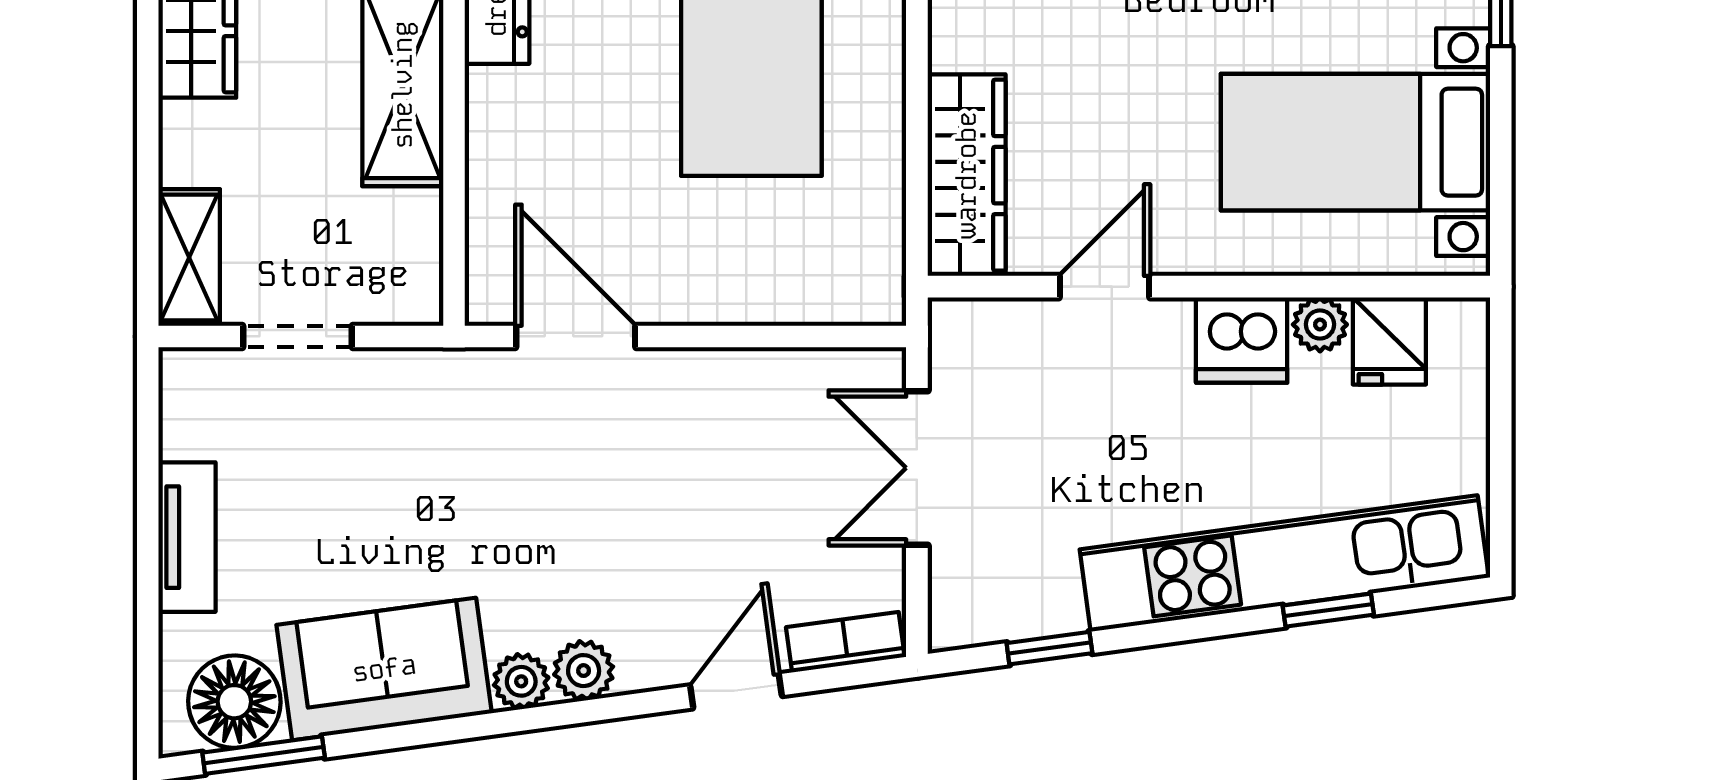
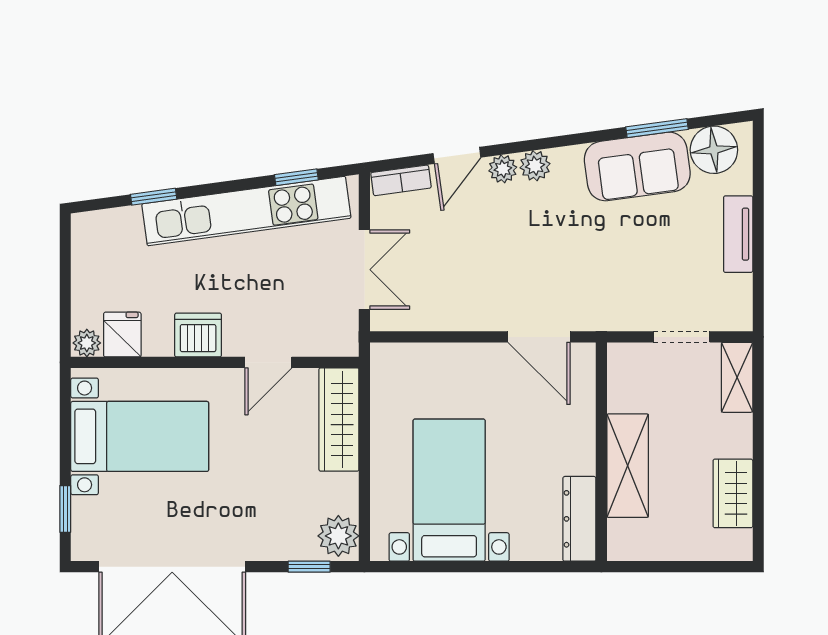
plant: (1320, 324) -> (87, 343), moved
kitchen unit: (1284, 563) -> (246, 211), moved
plant: (521, 681) -> (503, 169), moved
window: (264, 755) -> (657, 128), moved

